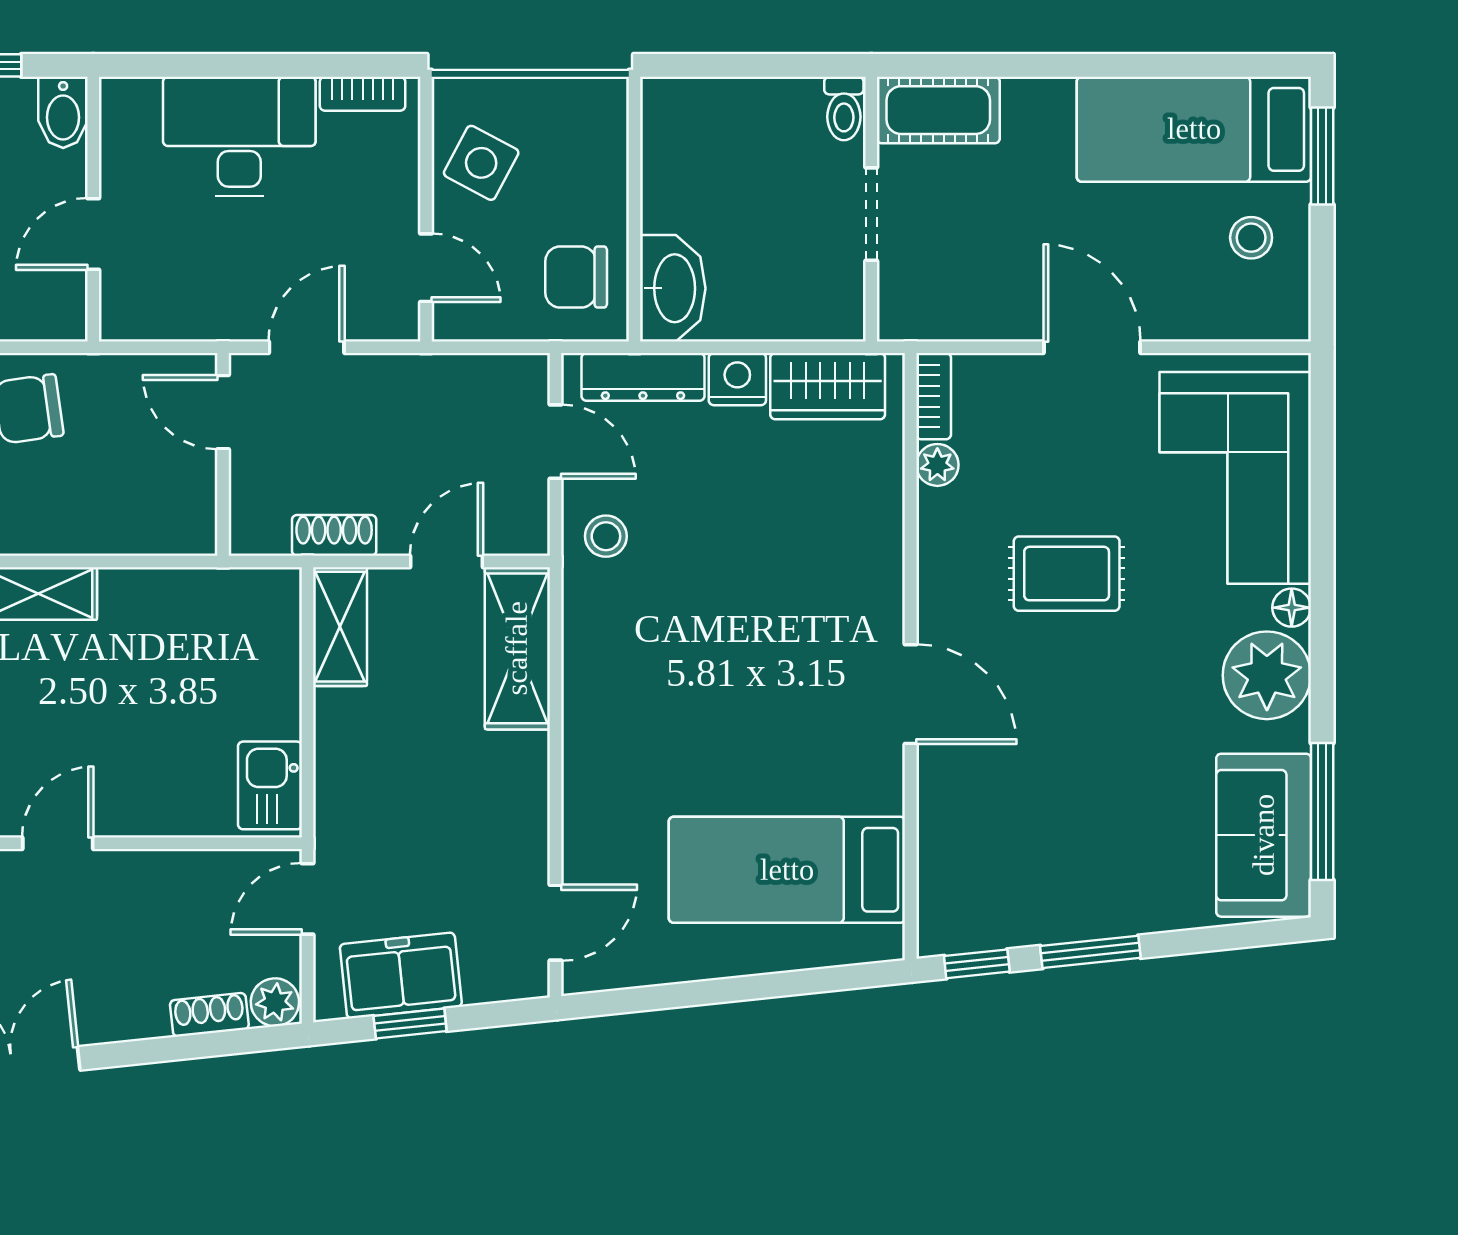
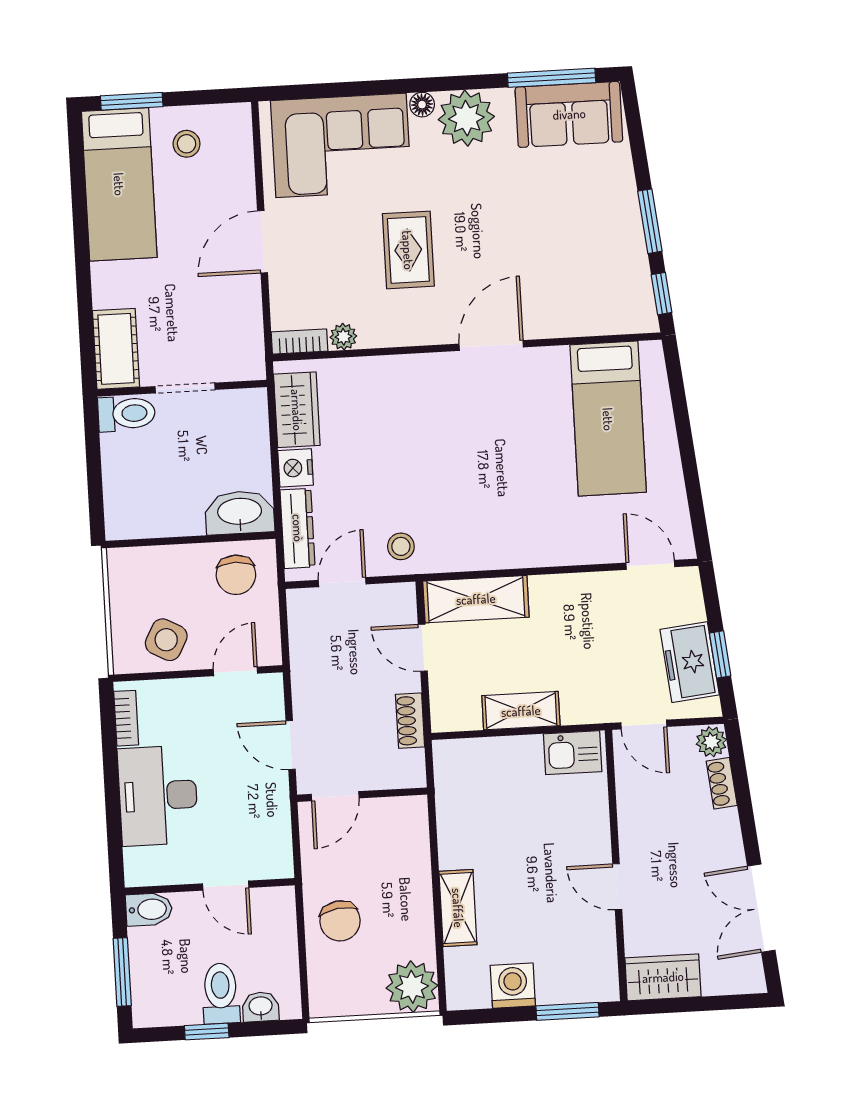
toilet: (844, 109) -> (127, 414), width x1.37, depth x1.39
shelving: (340, 627) -> (521, 711), moved

